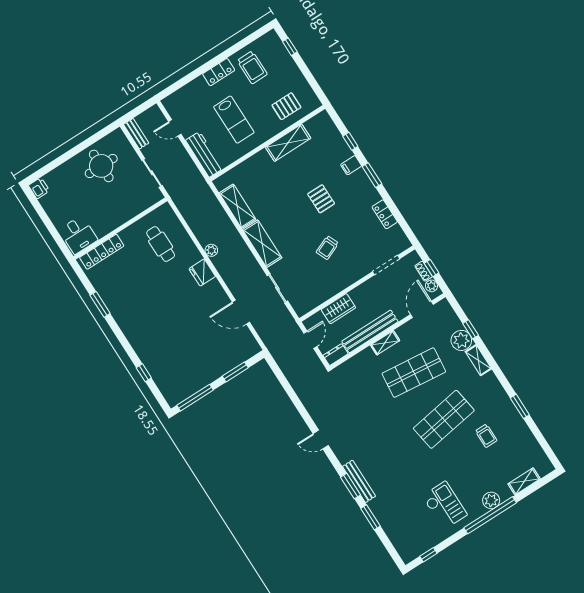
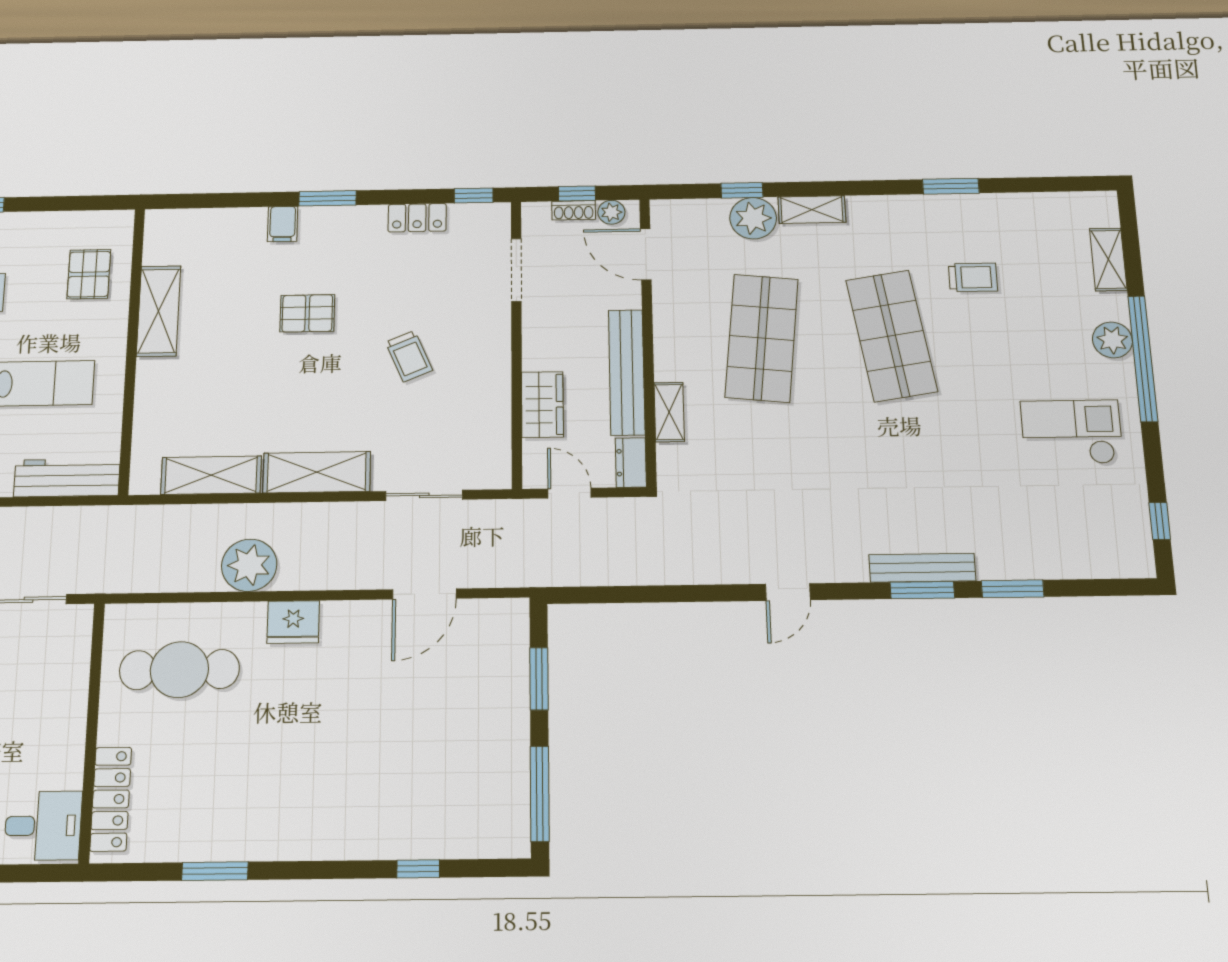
window: (350, 141) -> (474, 195), moved
cafe table: (161, 244) -> (179, 670), width x1.37, depth x1.35
plant: (211, 250) -> (249, 565), width x1.88, depth x1.88
shelving: (385, 343) -> (669, 412), moved

